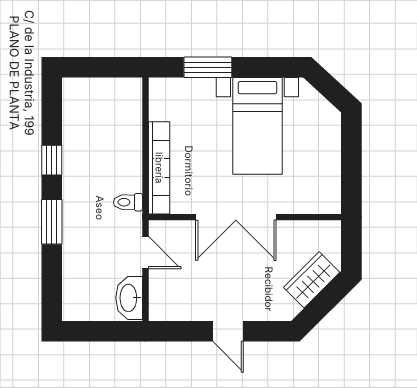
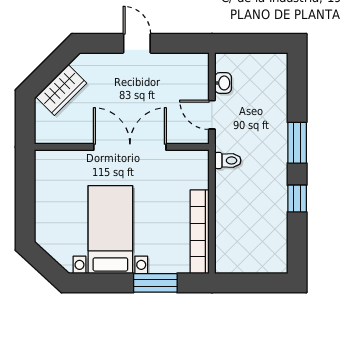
bookcase: (159, 168) -> (200, 232), moved
washbasin: (129, 298) -> (223, 83), width x0.52, depth x0.69

